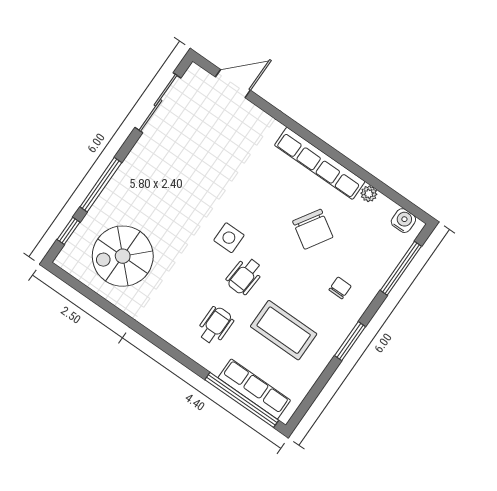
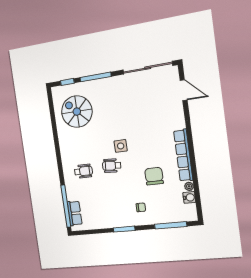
sliding door: (158, 103) -> (148, 68), width x1.36
water cooler: (403, 221) -> (189, 197), moved
chair: (313, 229) -> (154, 176), turned 148
coffee table: (284, 330) -> (105, 199), removed
row of seats: (254, 389) -> (75, 213), width x0.68

